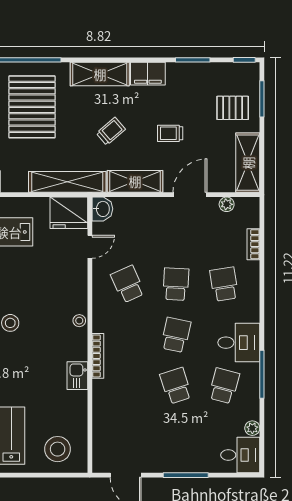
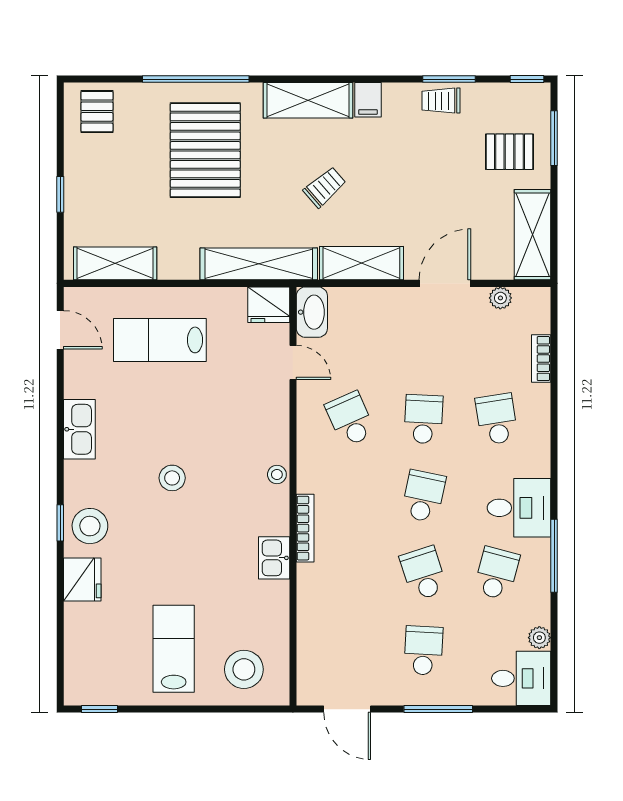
filing cabinet: (148, 74) -> (368, 100), width x0.50
trolley: (170, 133) -> (441, 101), moved
washbasin: (102, 209) -> (312, 312), width x1.38
fridge: (69, 213) -> (269, 305), width x0.73, depth x0.75
door: (90, 247) -> (293, 362), hinge flipped
school desk: (176, 437) -> (423, 650), added

